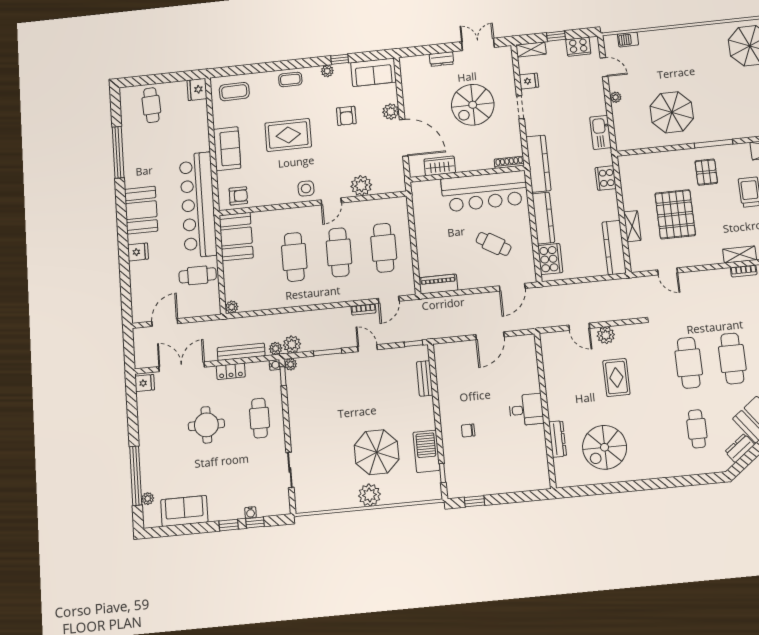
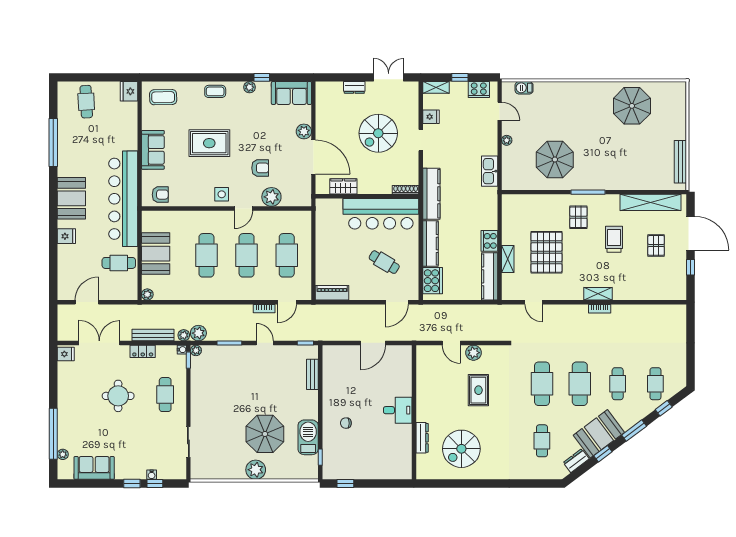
armchair: (346, 116) -> (260, 168), moved, turned -90
cooker: (606, 178) -> (489, 241), moved
booth: (236, 237) -> (156, 254), moved

